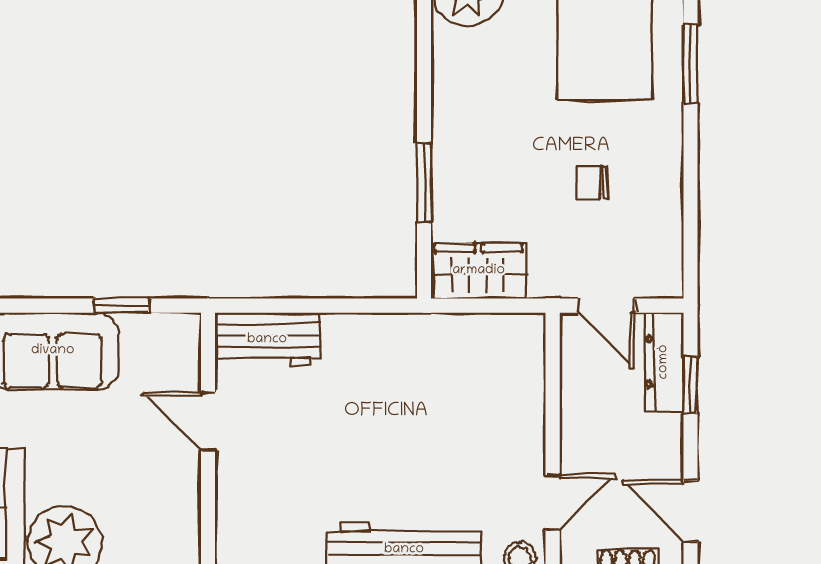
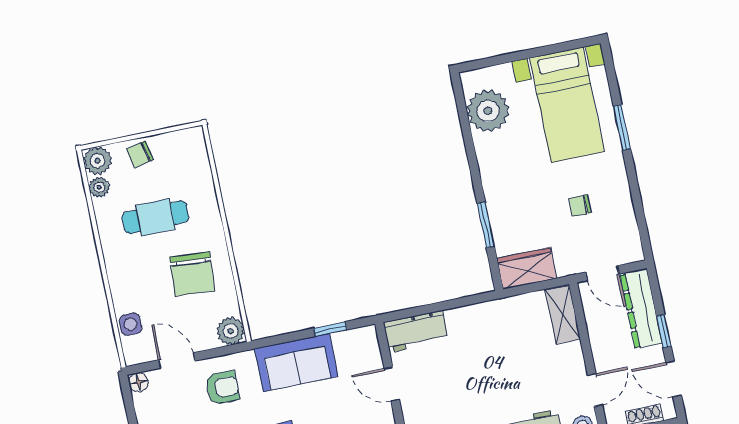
dresser: (664, 362) -> (641, 309), width x1.37, depth x1.24
shelving: (524, 363) -> (563, 315), added
window: (690, 385) -> (664, 331), moved

